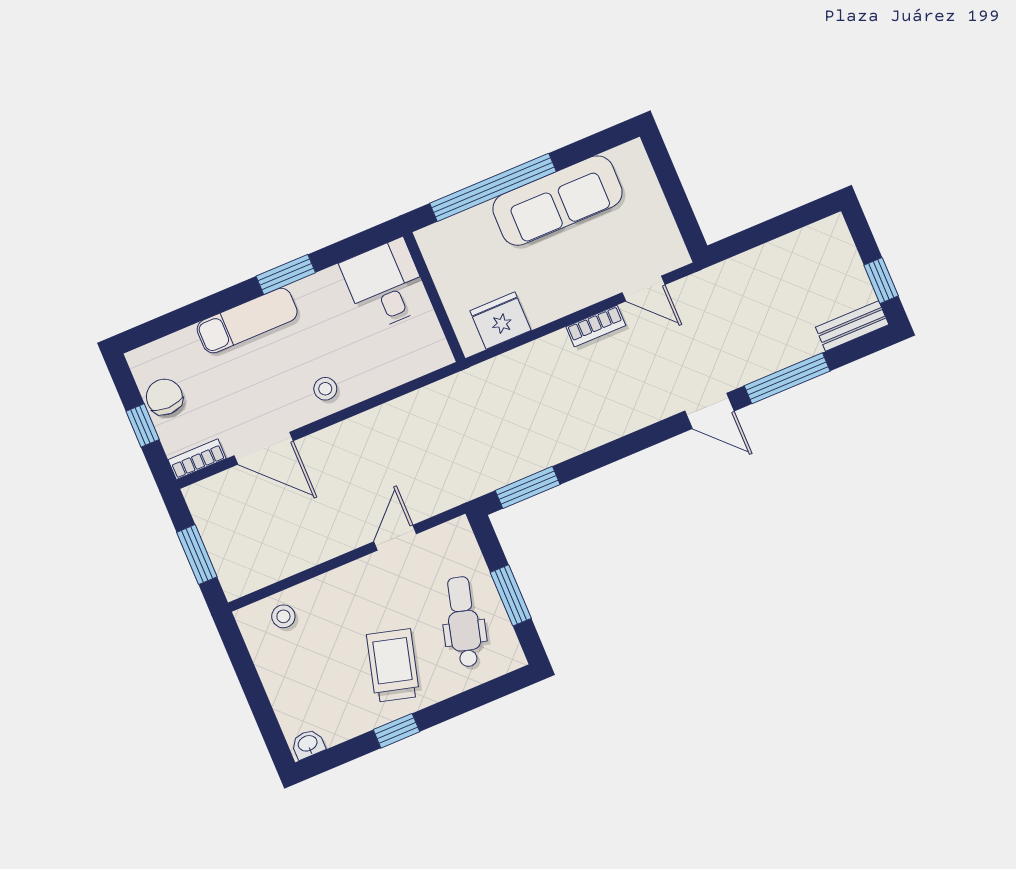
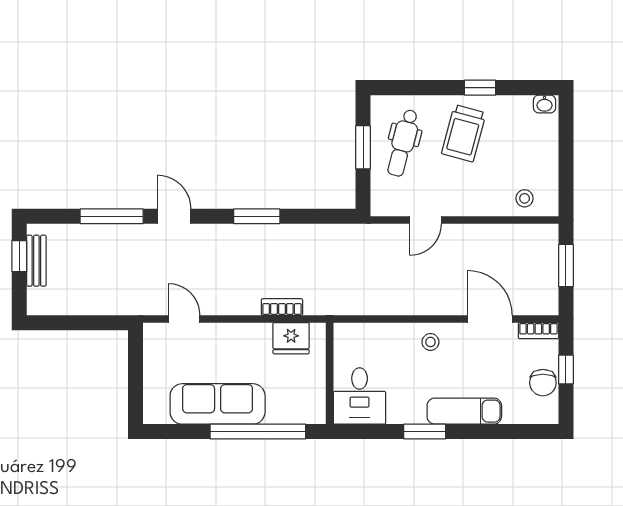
bookcase: (596, 326) -> (282, 307), moved
bench: (852, 326) -> (36, 261), moved, turned 90
window: (528, 487) -> (257, 216), moved

